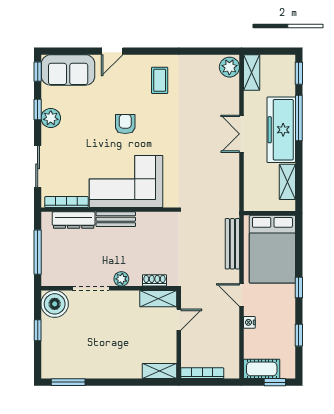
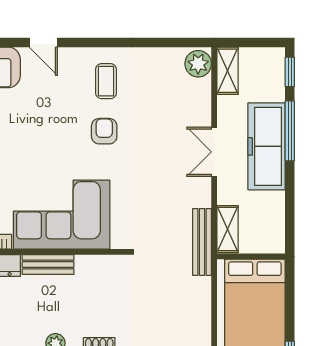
door: (112, 51) -> (43, 43), hinge flipped
armchair: (125, 124) -> (104, 131), moved
shelving: (287, 182) -> (227, 229), moved
bench: (232, 244) -> (202, 242), moved

